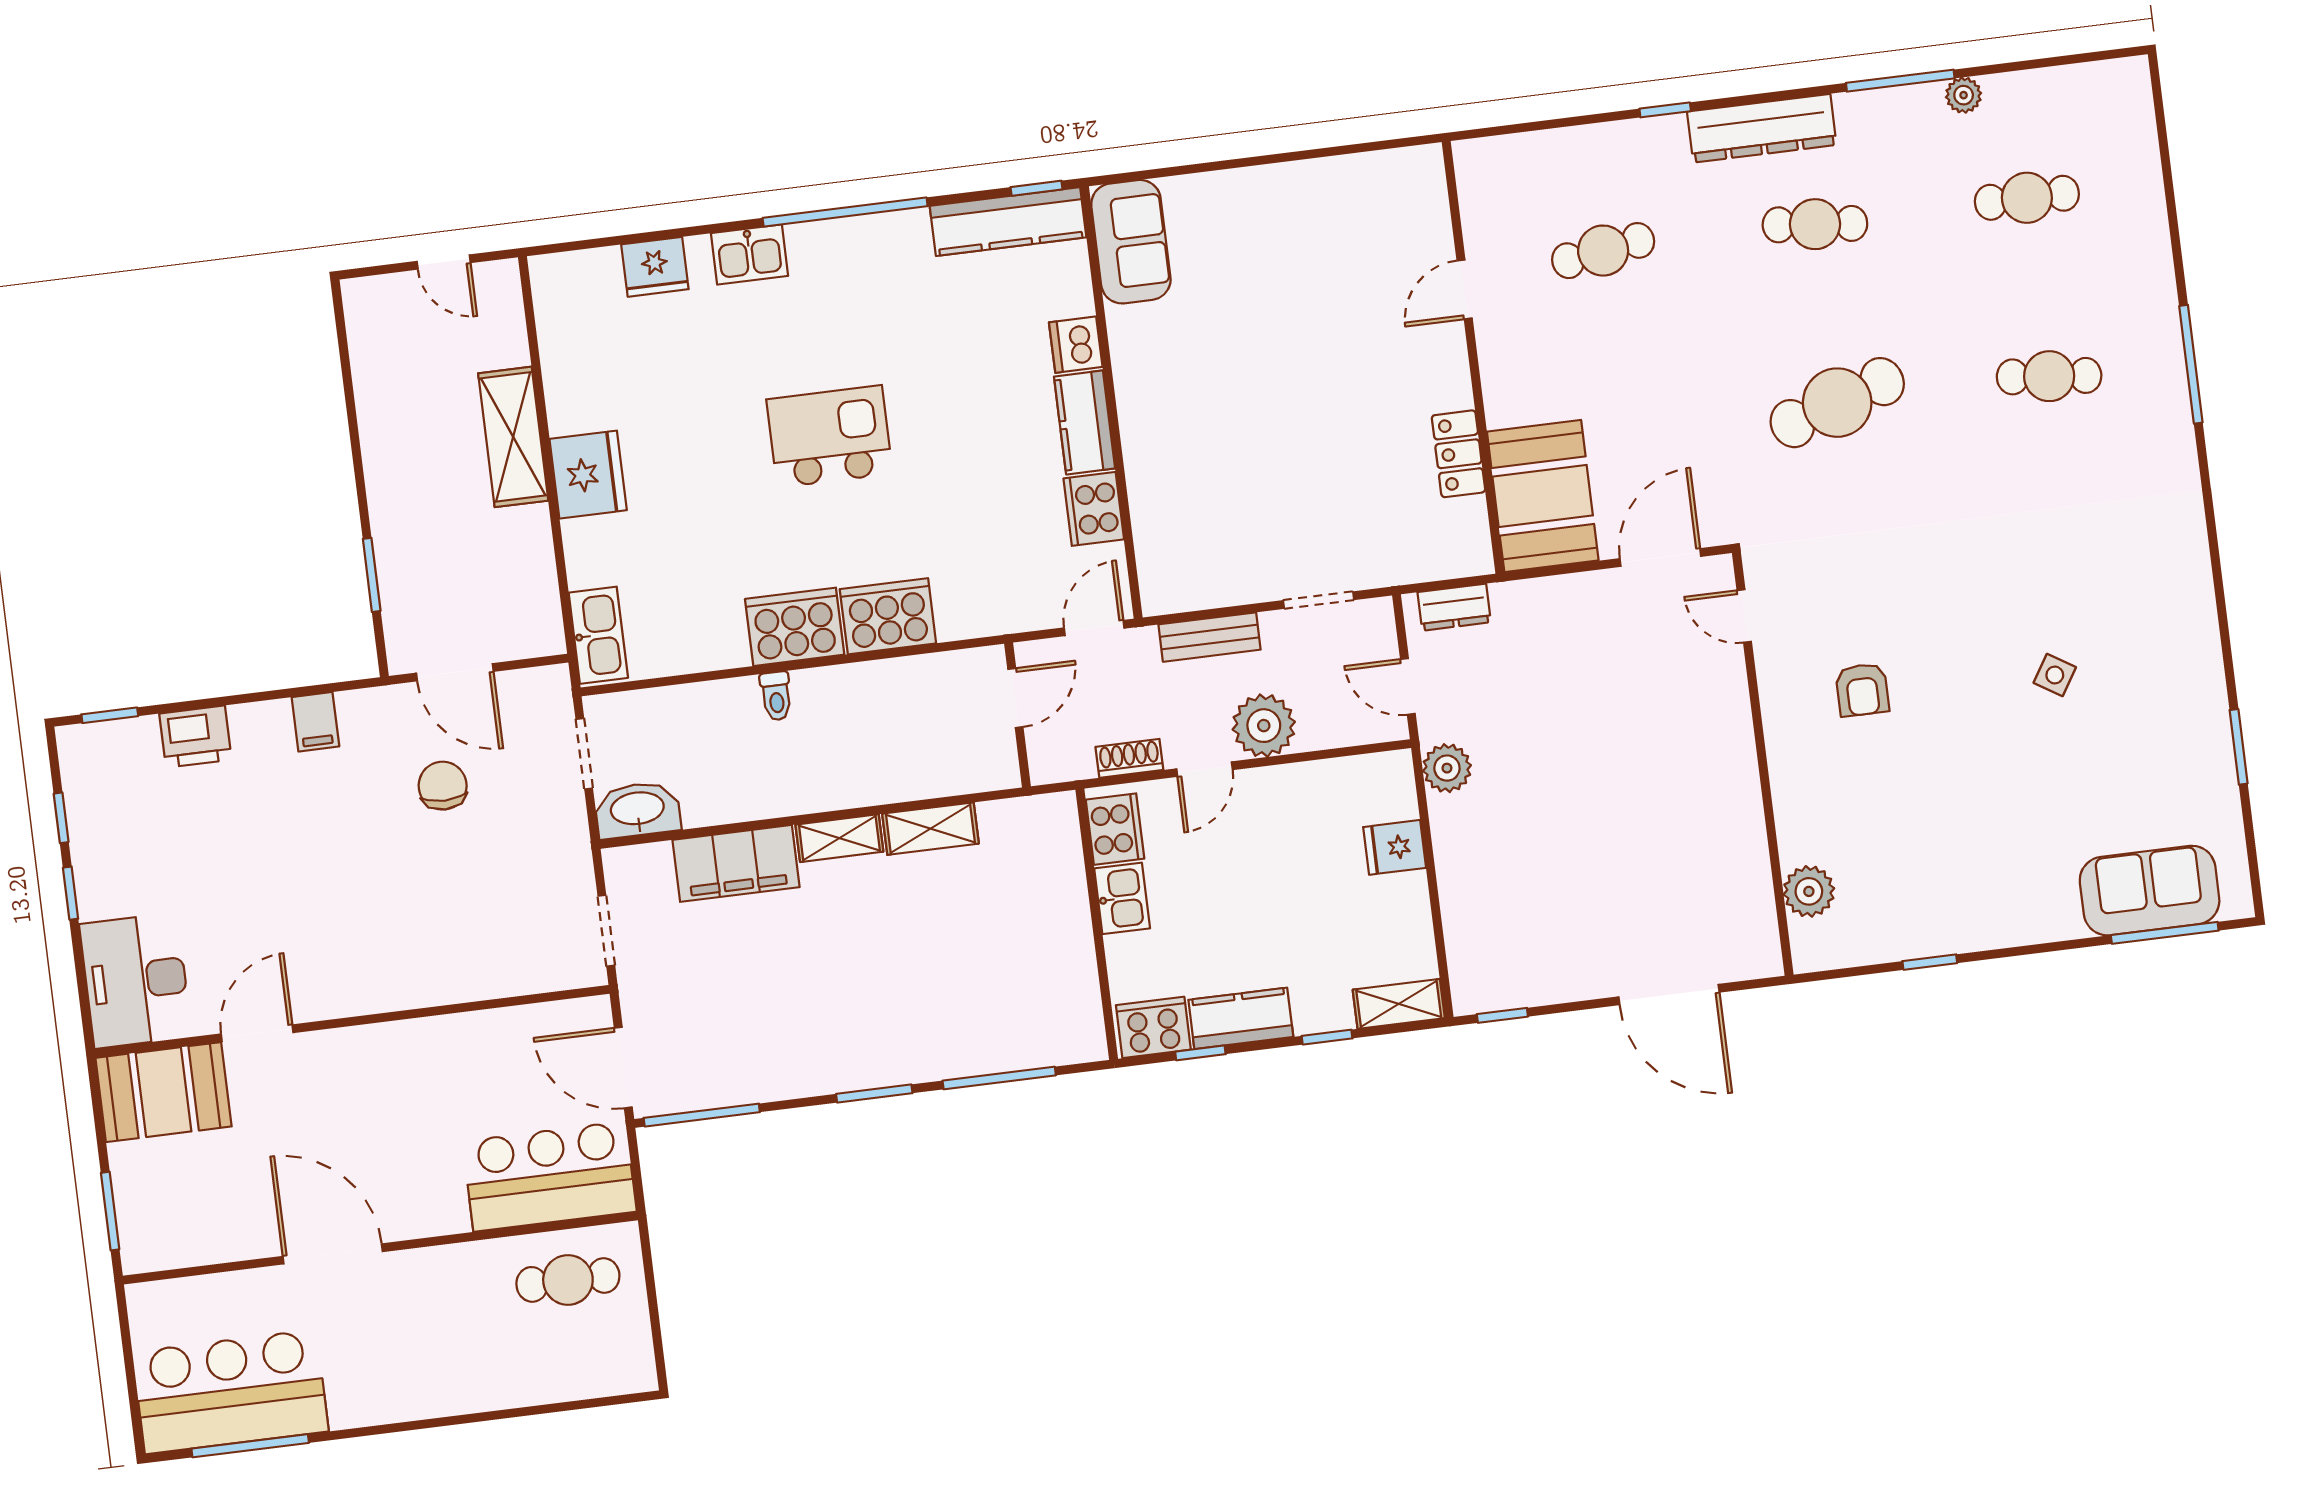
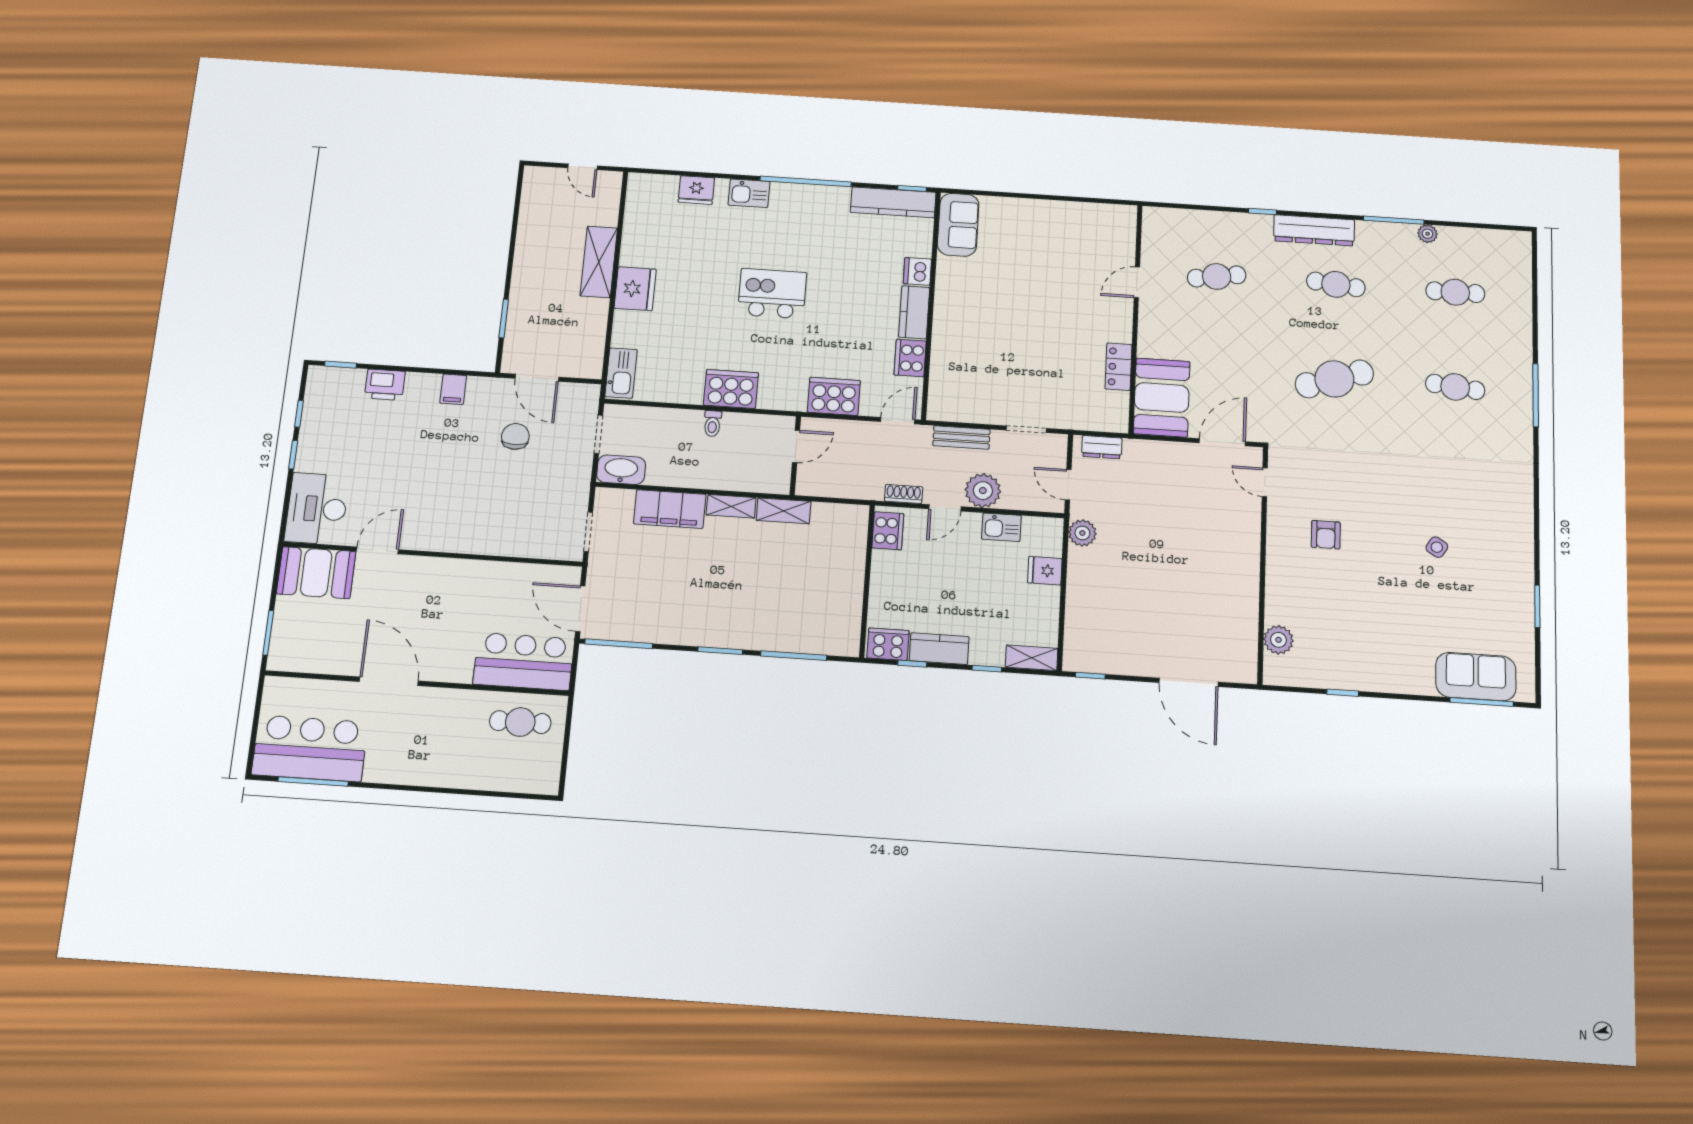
cooker: (888, 616) -> (834, 396), moved
door: (1015, 698) -> (796, 446), moved
wall: (1018, 715) -> (795, 456), moved
kitchen sink: (1122, 898) -> (1001, 527), moved, turned 90

